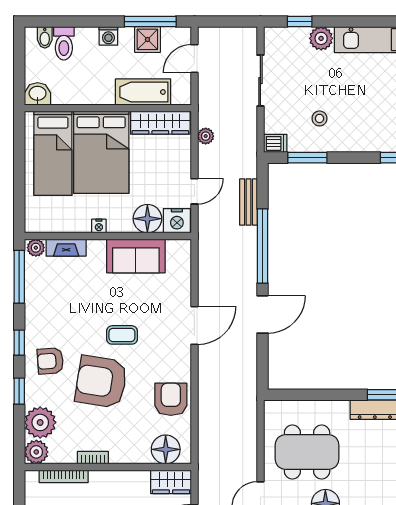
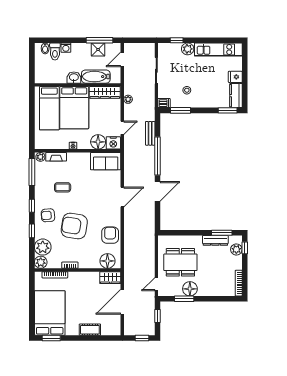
washing machine: (108, 36) -> (66, 48), moved
washbasin: (38, 94) -> (74, 78), moved
sofa: (136, 256) -> (106, 161), moved
coffee table: (122, 335) -> (63, 187), moved

